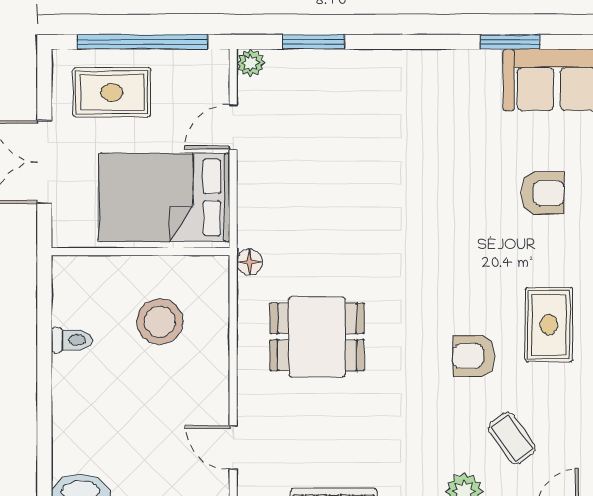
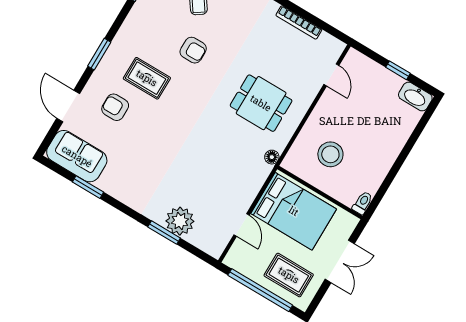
window: (314, 42) -> (164, 233), moved
plant: (250, 63) -> (180, 221), moved, width x1.87, depth x1.87
door: (233, 127) -> (242, 225), hinge flipped
rug: (549, 325) -> (147, 78), moved, turned 90
toilet: (72, 340) -> (363, 203), moved, turned 90

